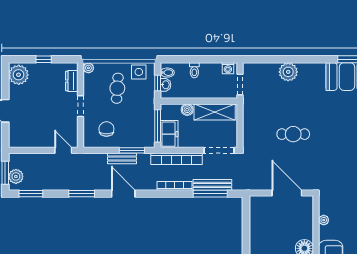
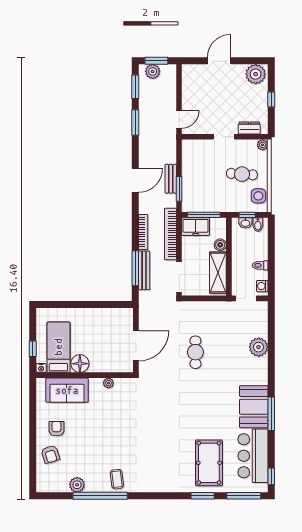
toilet: (194, 70) -> (260, 265), moved
chair: (106, 129) -> (201, 163), removed
window: (82, 194) -> (135, 123), moved

